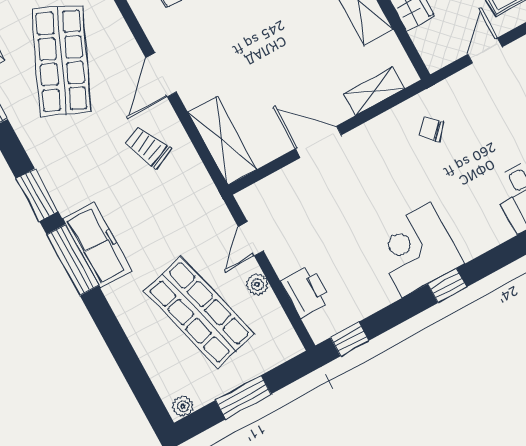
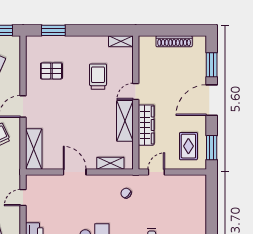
door: (485, 51) -> (156, 172), moved
plant: (257, 284) -> (15, 219), removed

